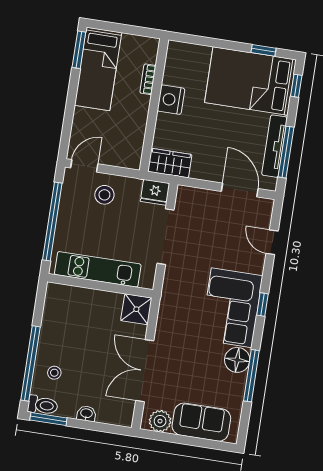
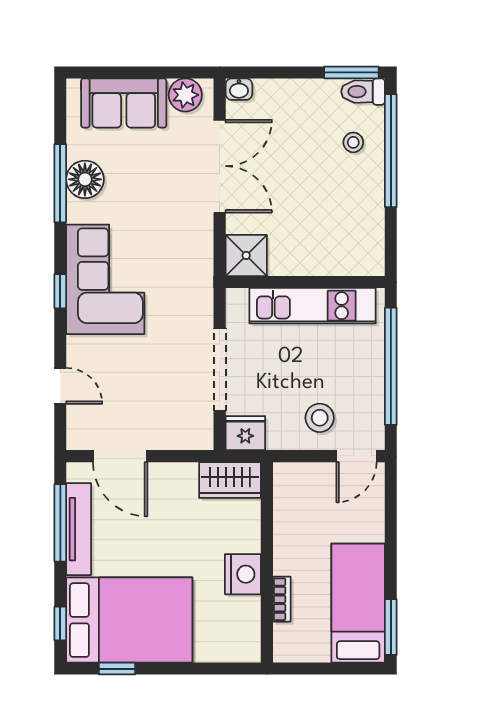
floor lamp: (237, 360) -> (85, 179), moved
washbasin: (86, 414) -> (239, 89), moved

